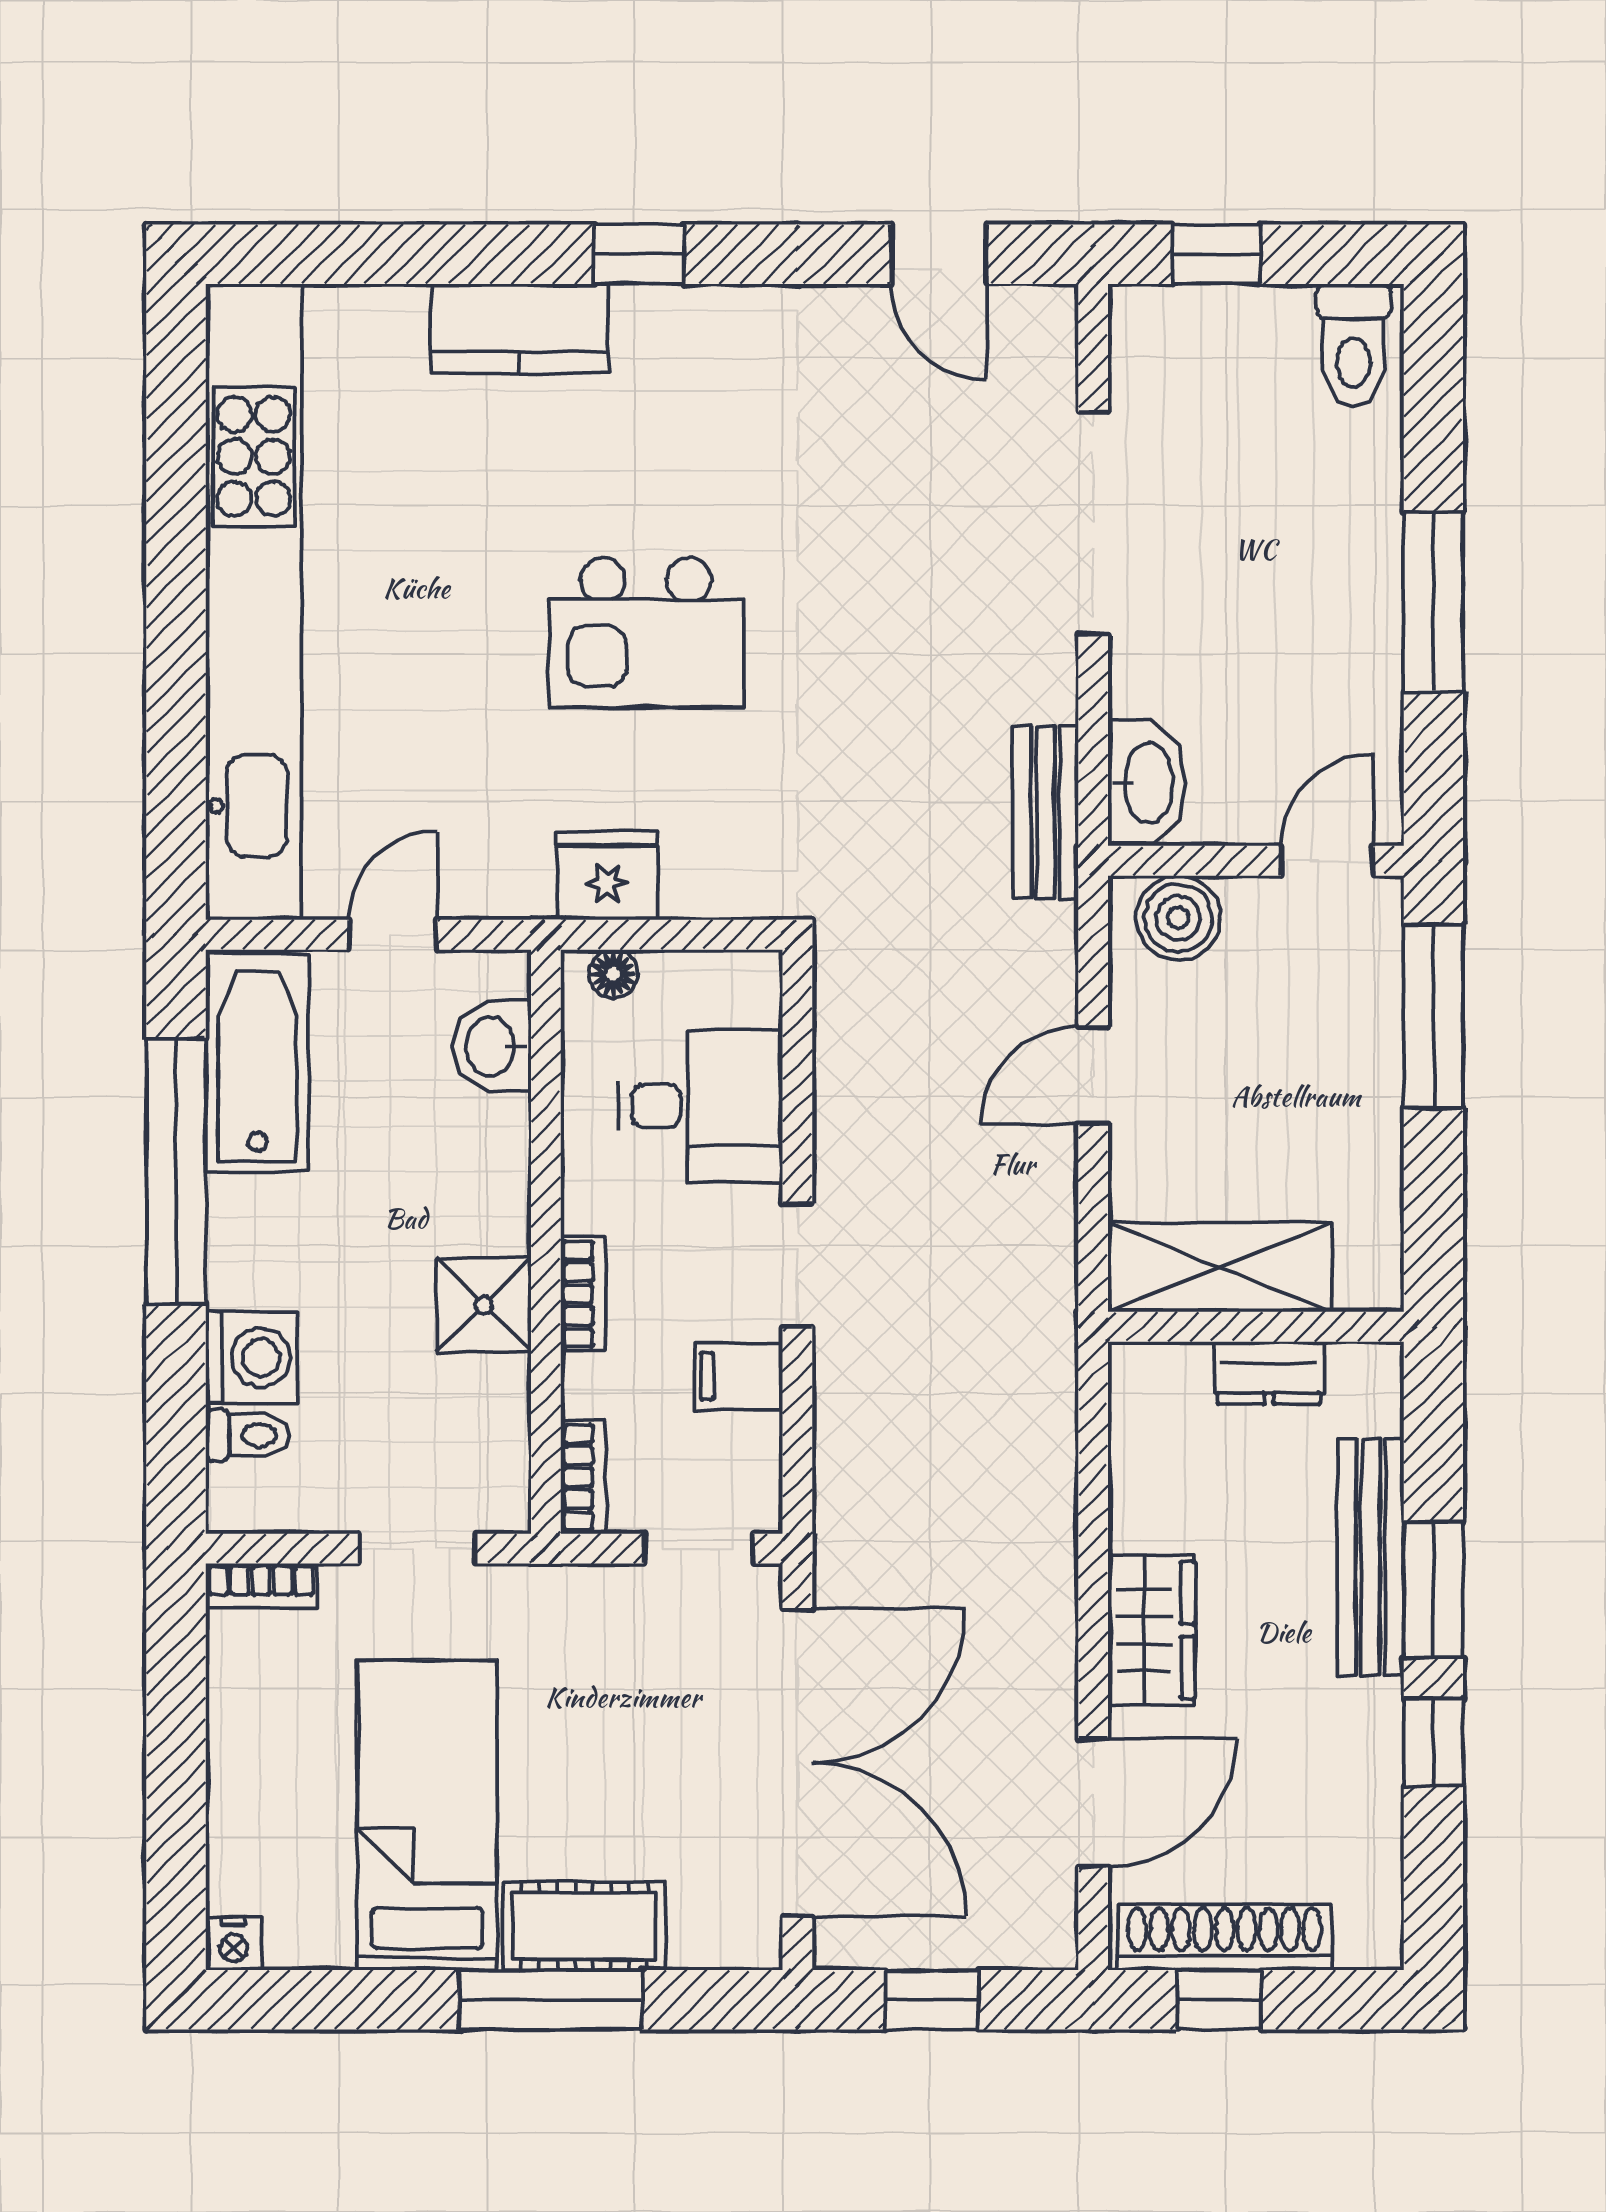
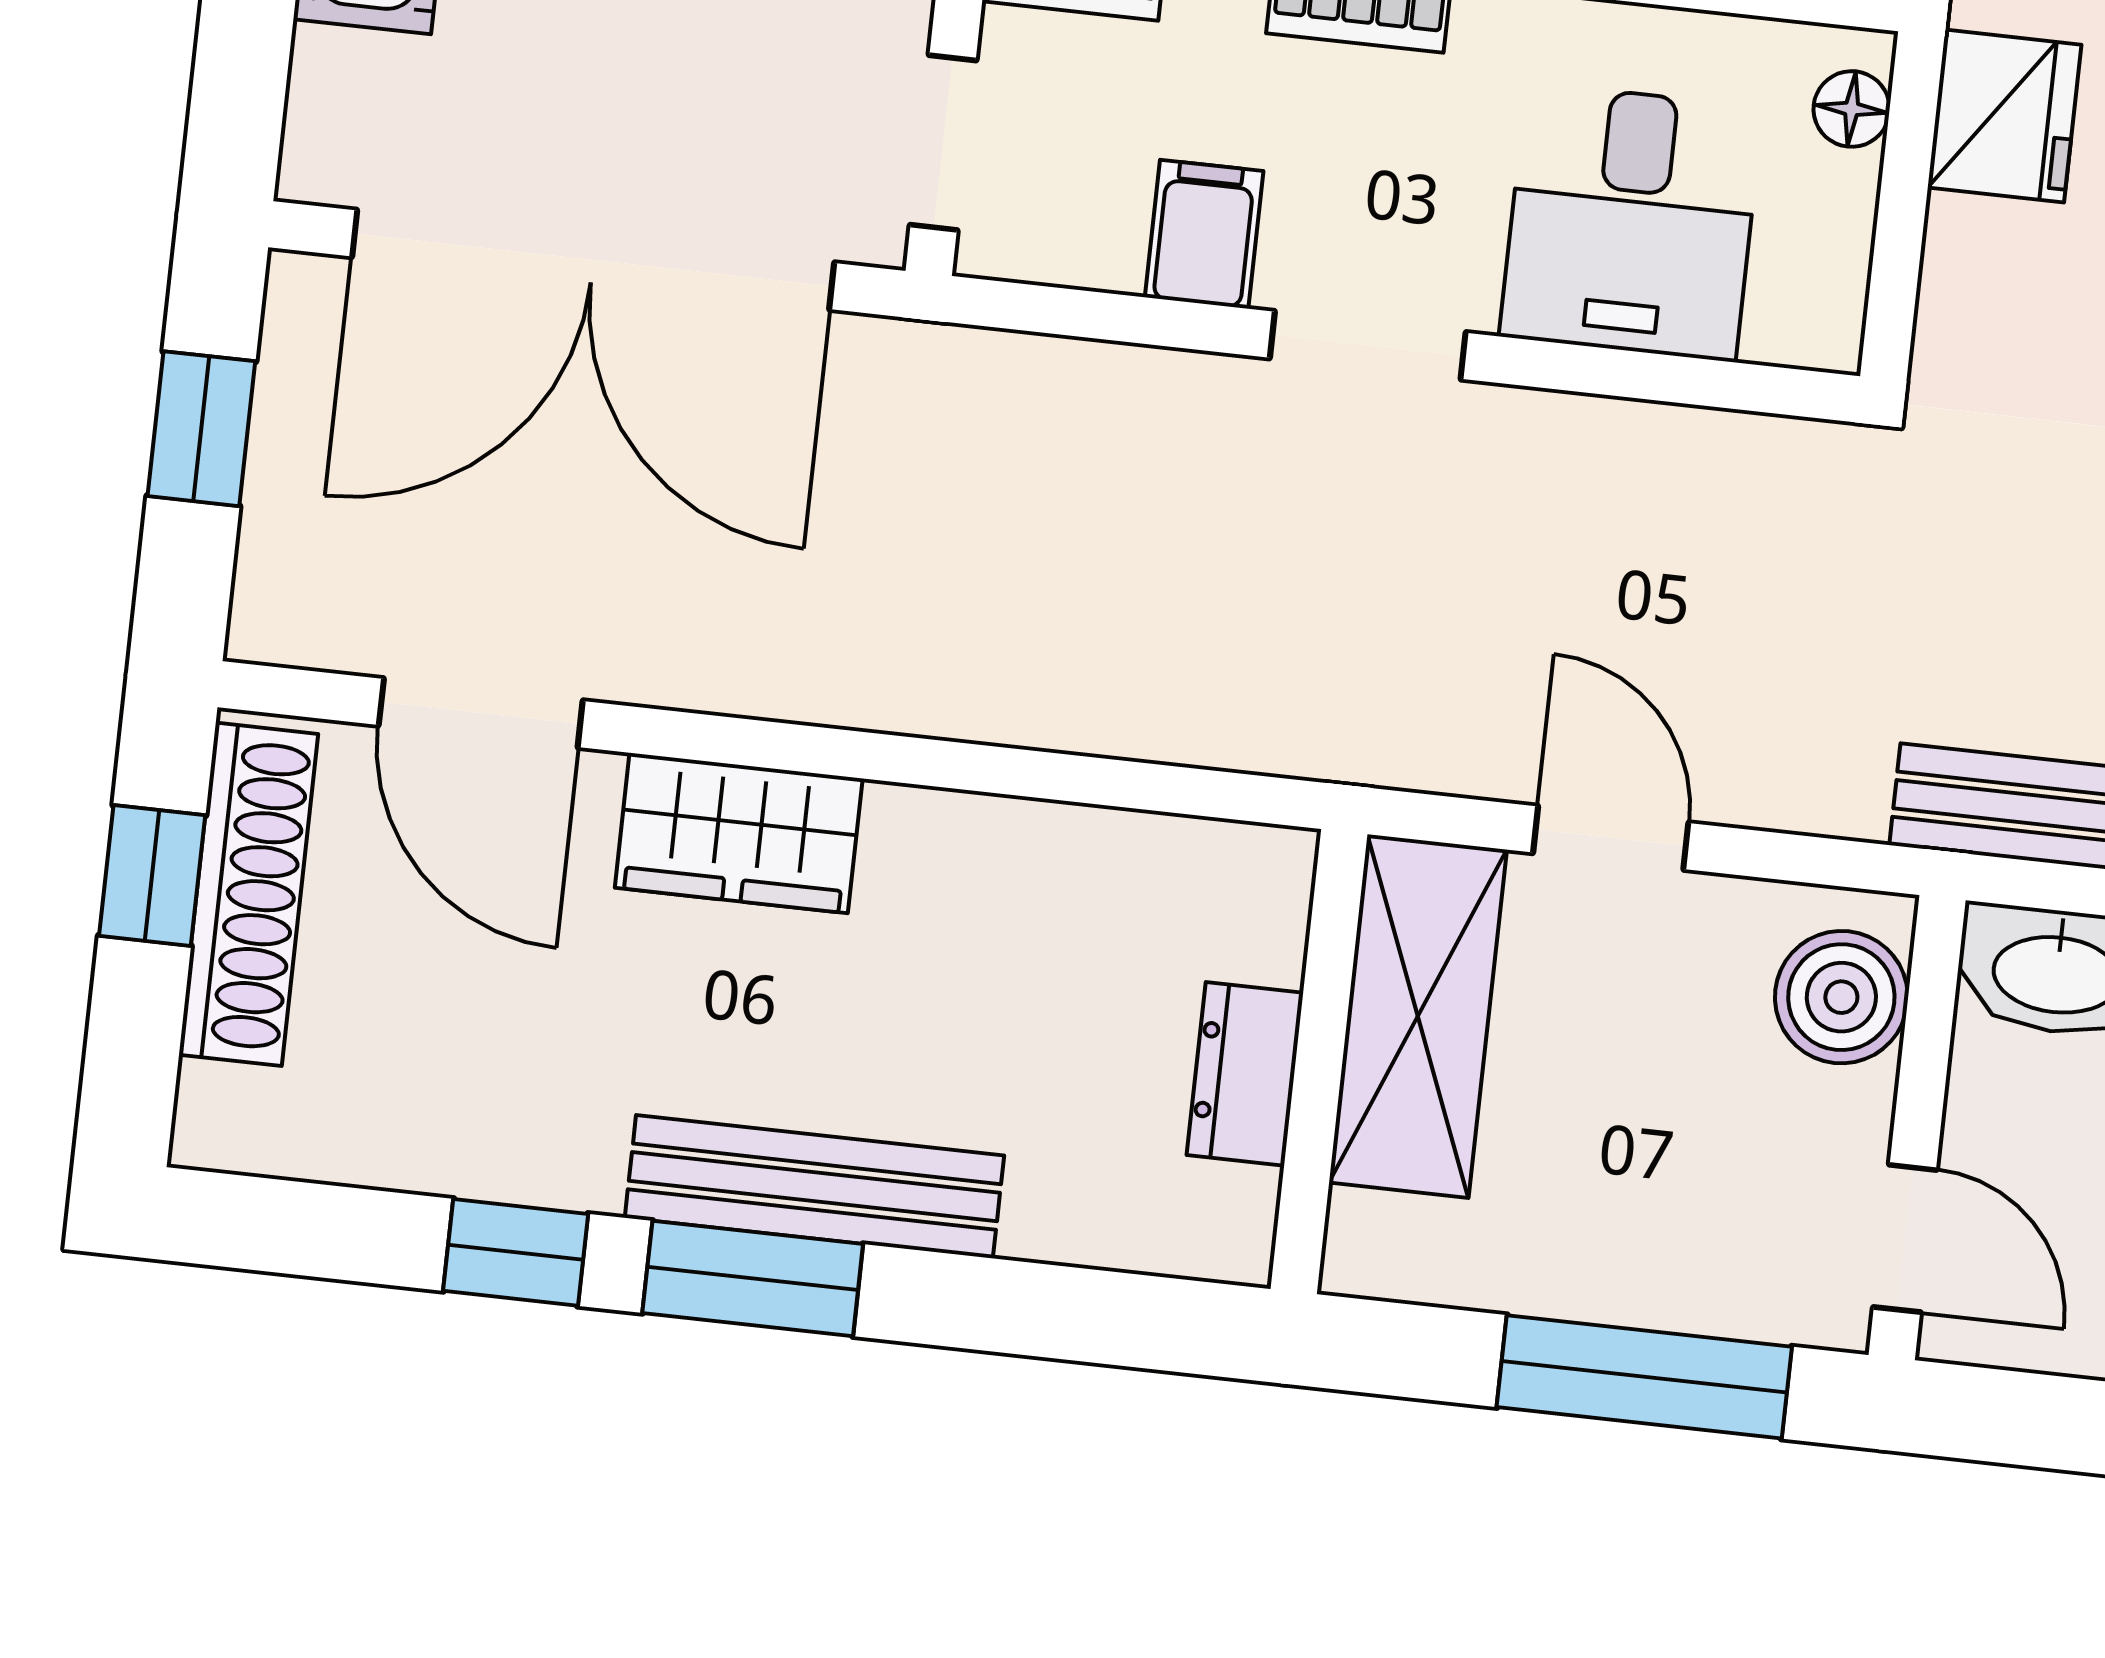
shelving: (1220, 1267) -> (1418, 1016), moved
wall: (1256, 1327) -> (1319, 1062), moved
dresser: (1269, 1373) -> (1245, 1074), moved

